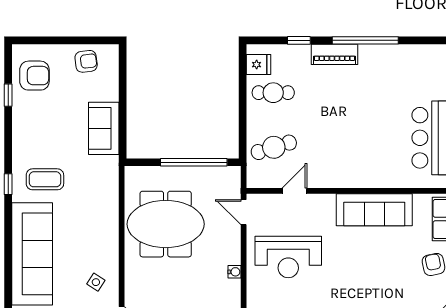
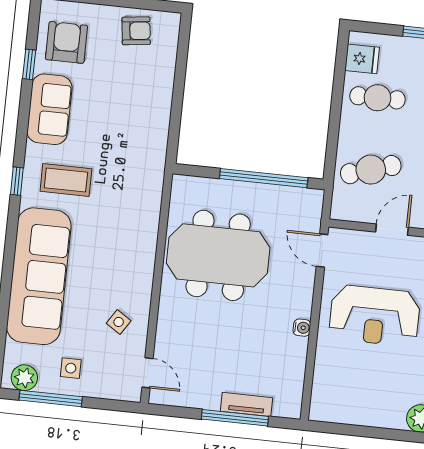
armchair: (34, 76) -> (67, 42), turned -90
sofa: (104, 128) -> (49, 109), moved, turned 180

